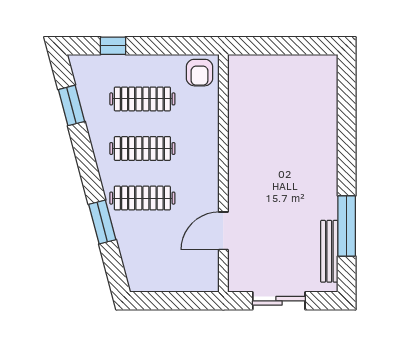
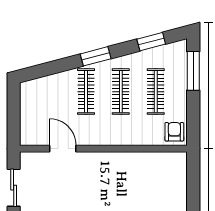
window: (113, 46) -> (193, 71), width x2.17
armchair: (200, 73) -> (174, 132), turned 90
window: (102, 222) -> (96, 56), moved

